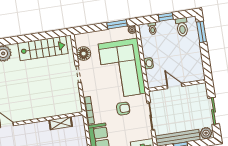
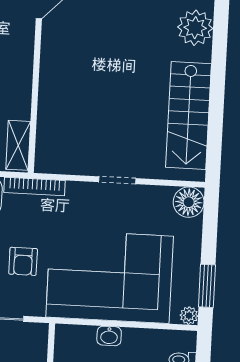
floor lamp: (84, 54) -> (189, 202), moved
shelving: (61, 123) -> (18, 145), moved

